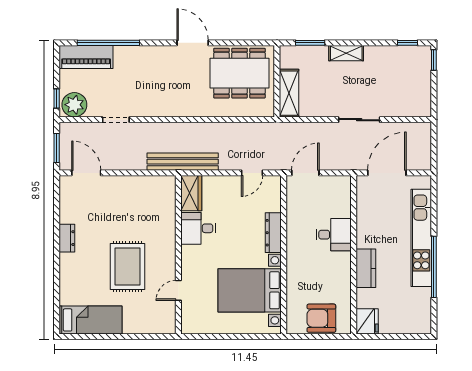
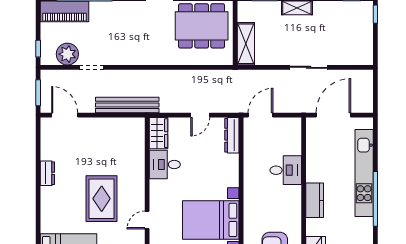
plant: (74, 105) -> (67, 54), moved
bench: (183, 162) -> (127, 105), moved
door: (252, 173) -> (200, 115), moved
dresser: (273, 233) -> (232, 135), moved

